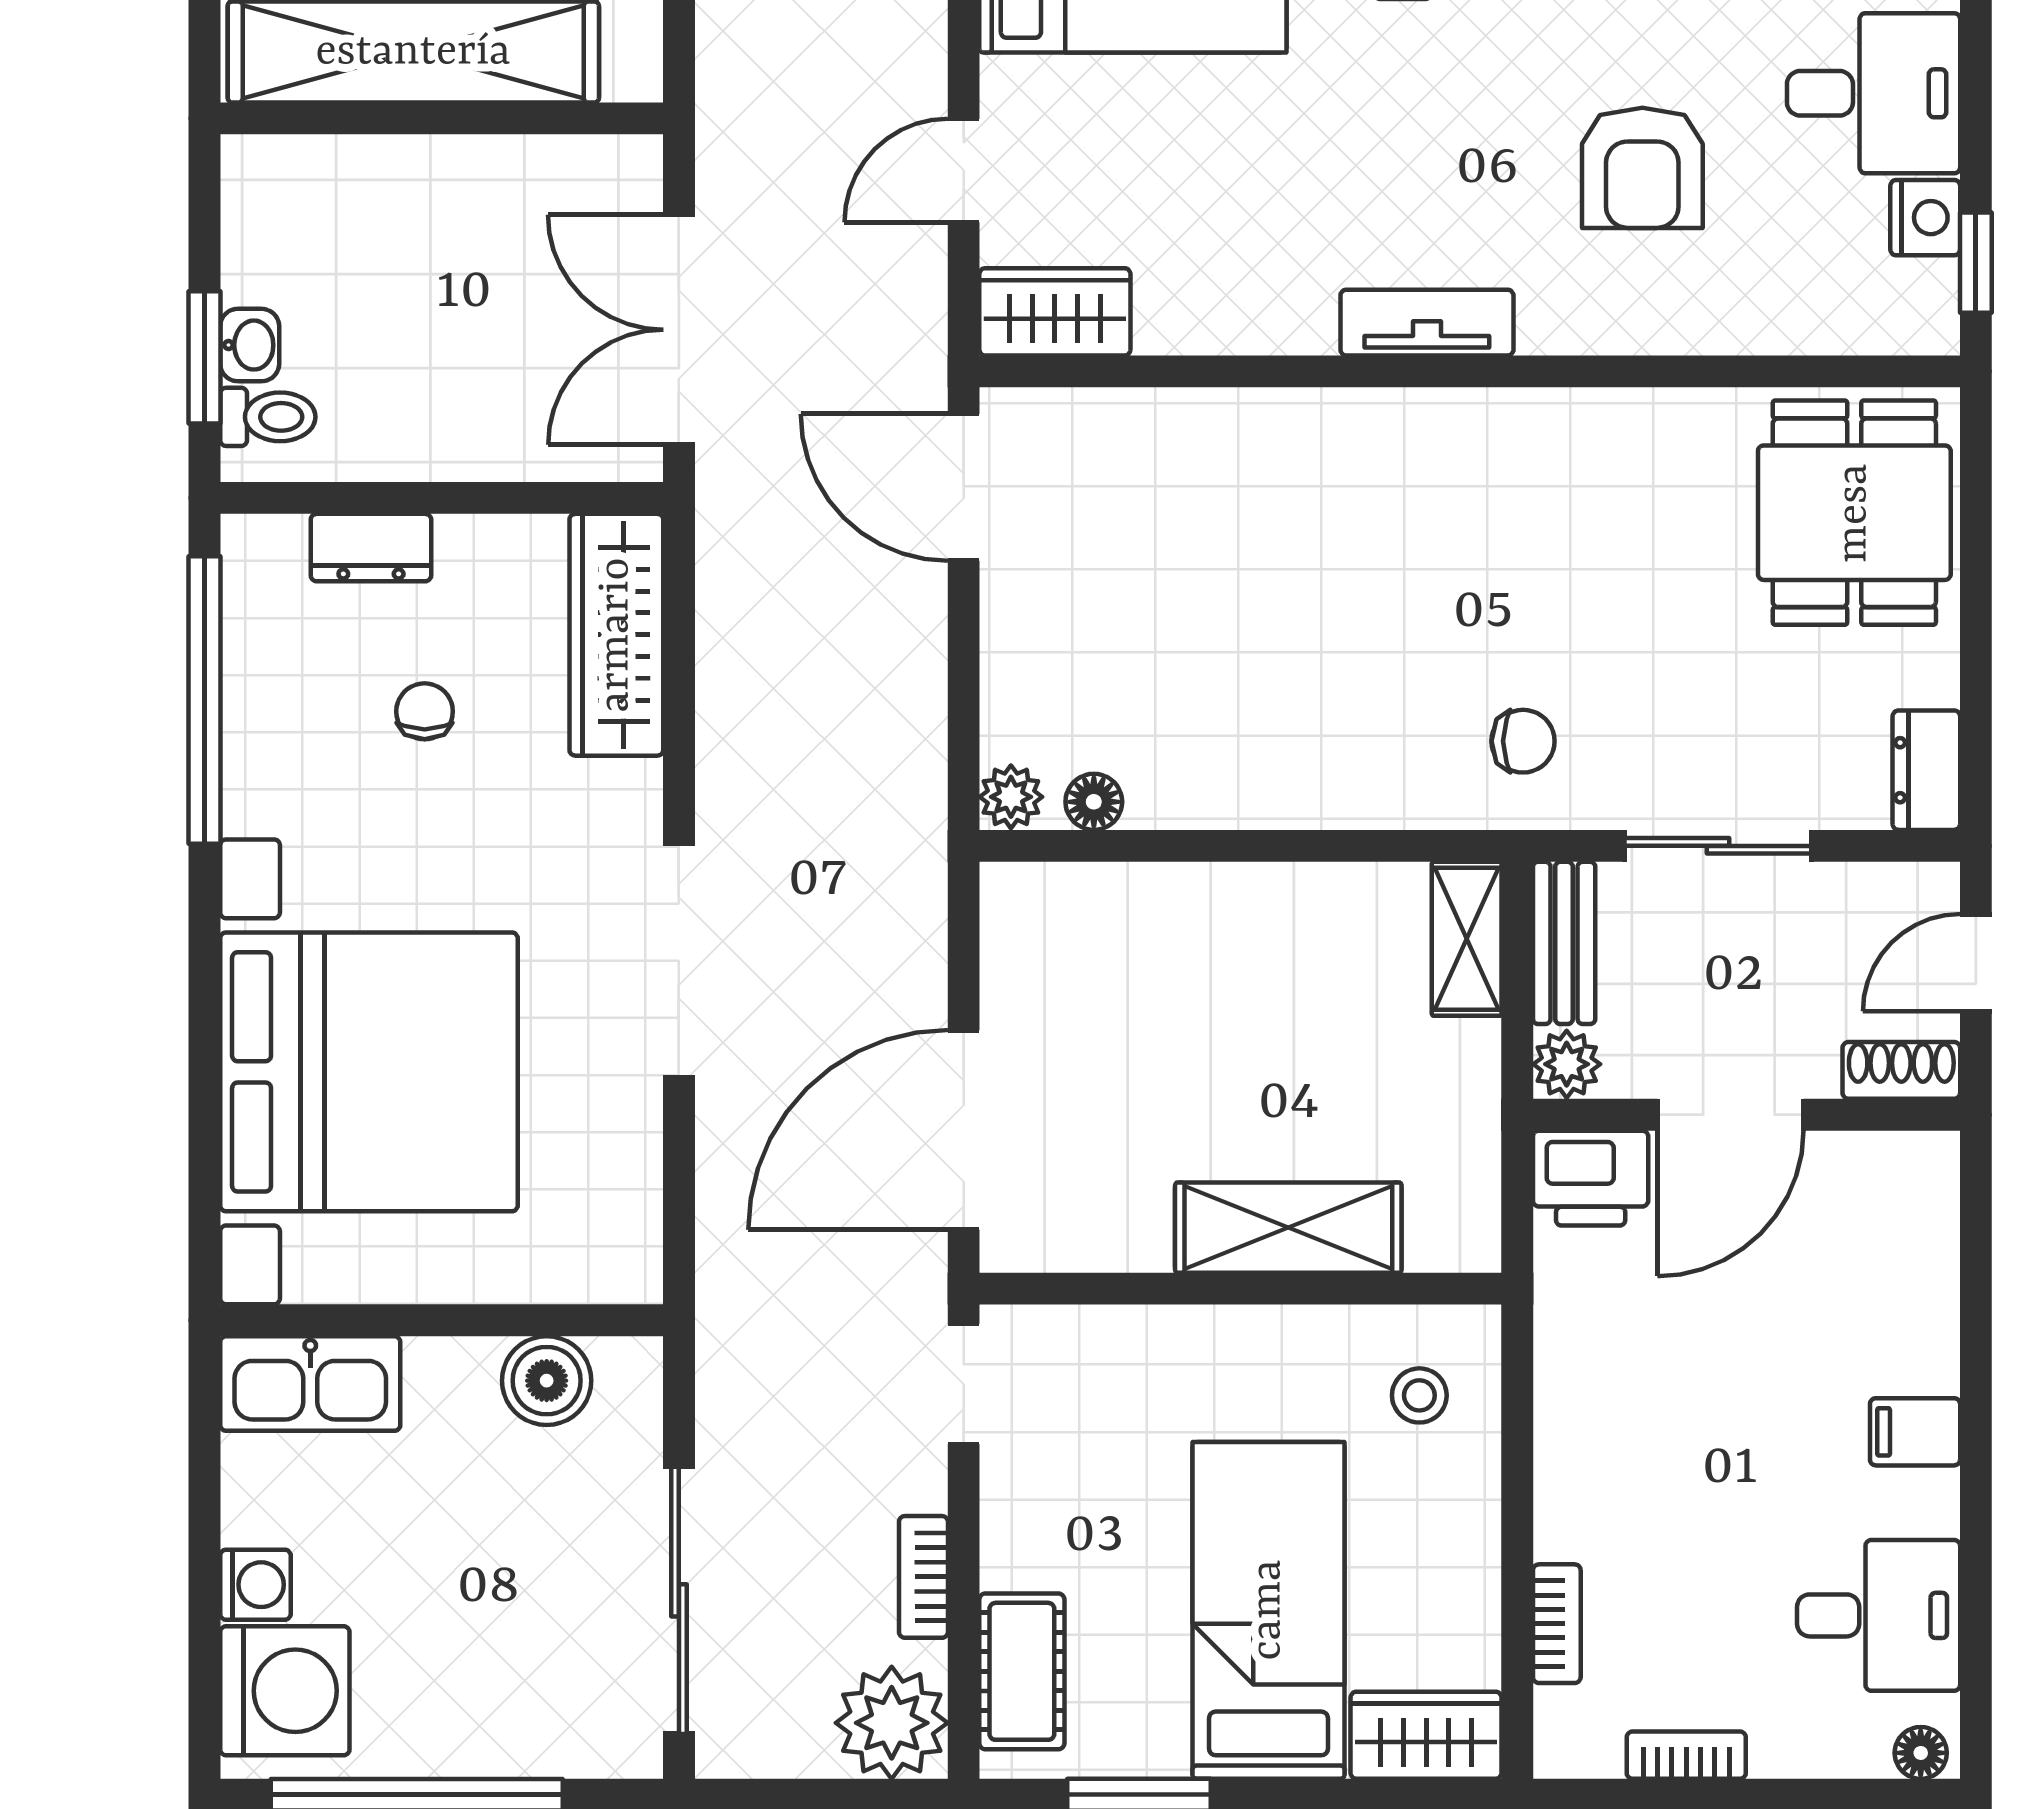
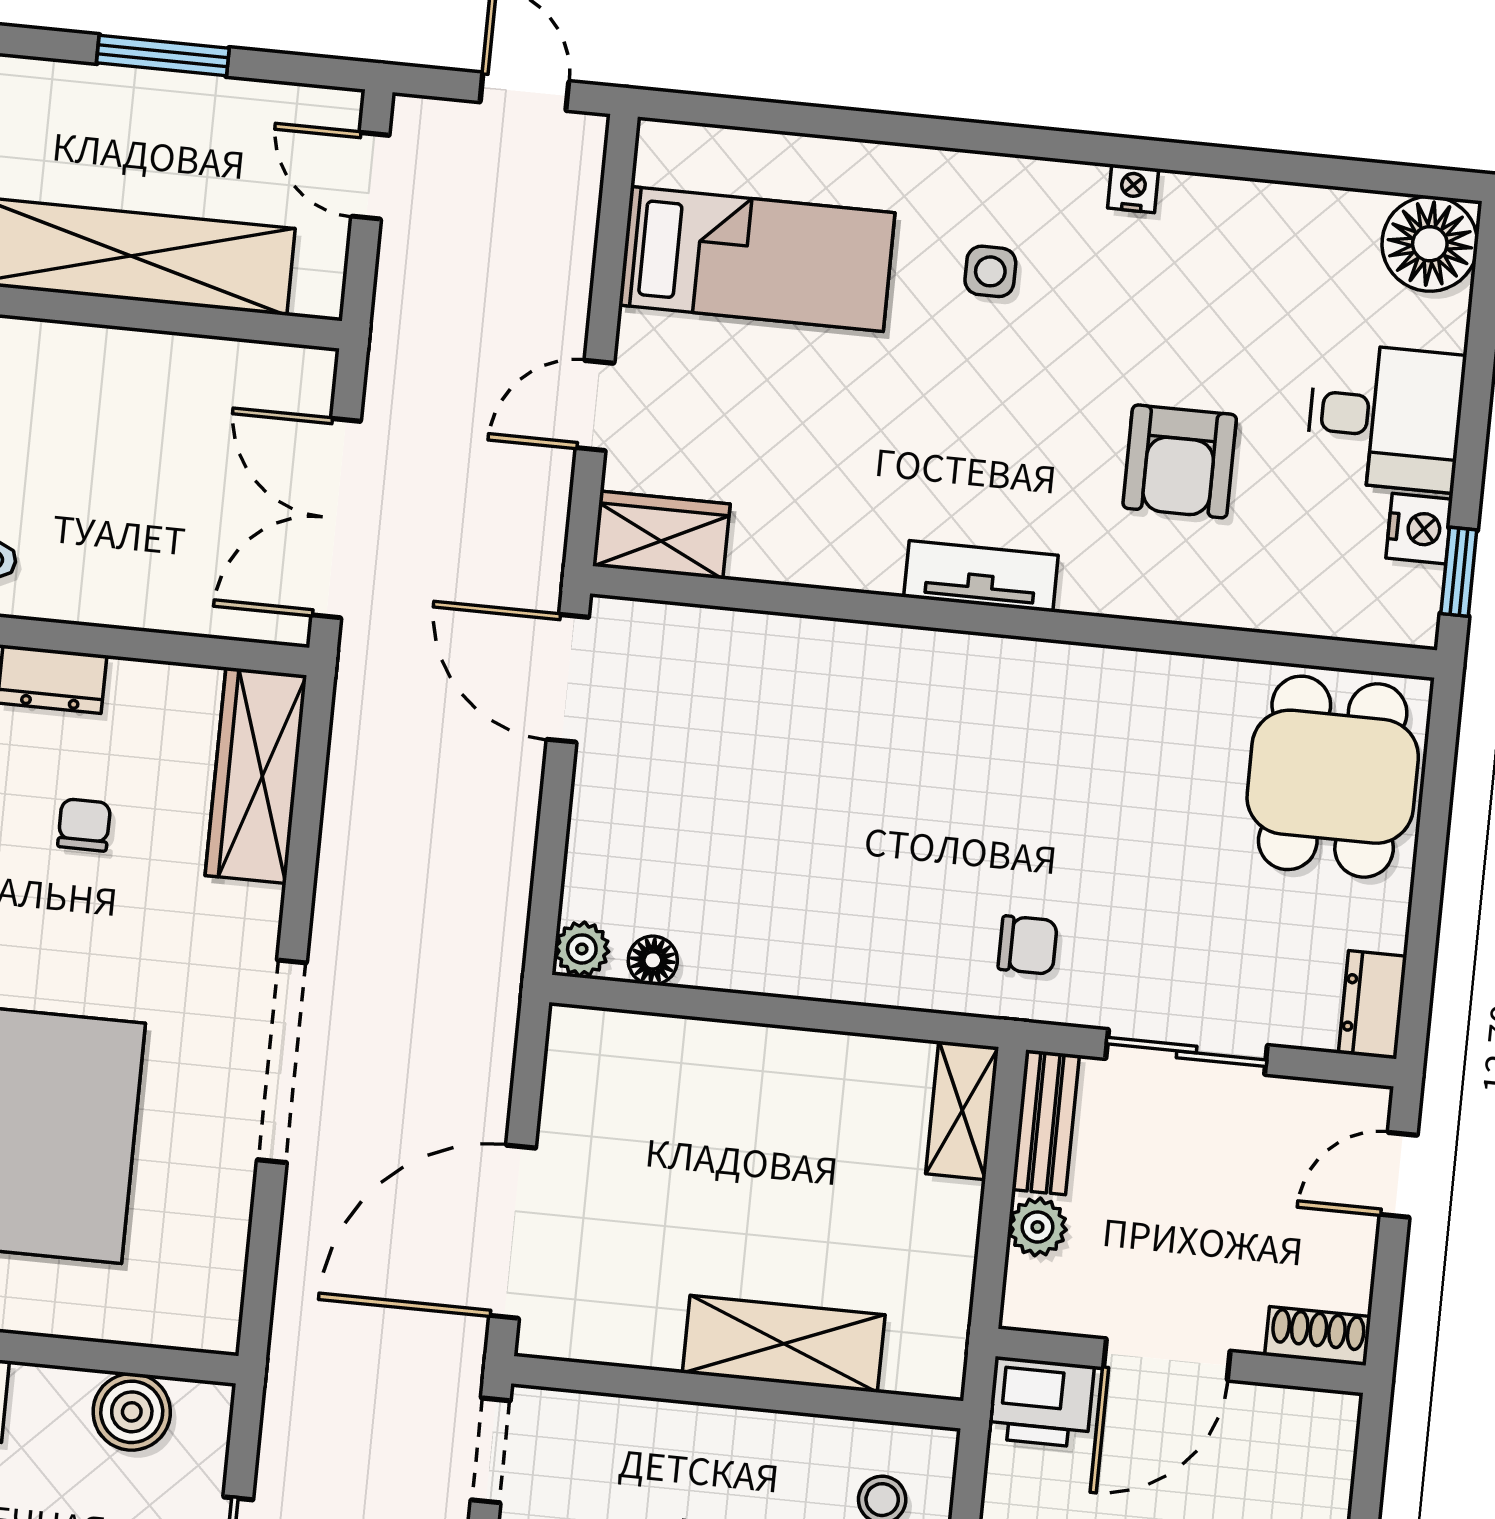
shoe rack: (1901, 1070) -> (1318, 1336), moved
door: (1730, 1115) -> (1167, 1359), moved
wall: (1747, 1115) -> (1181, 1361), moved
printer: (1591, 1178) -> (1041, 1402), moved

